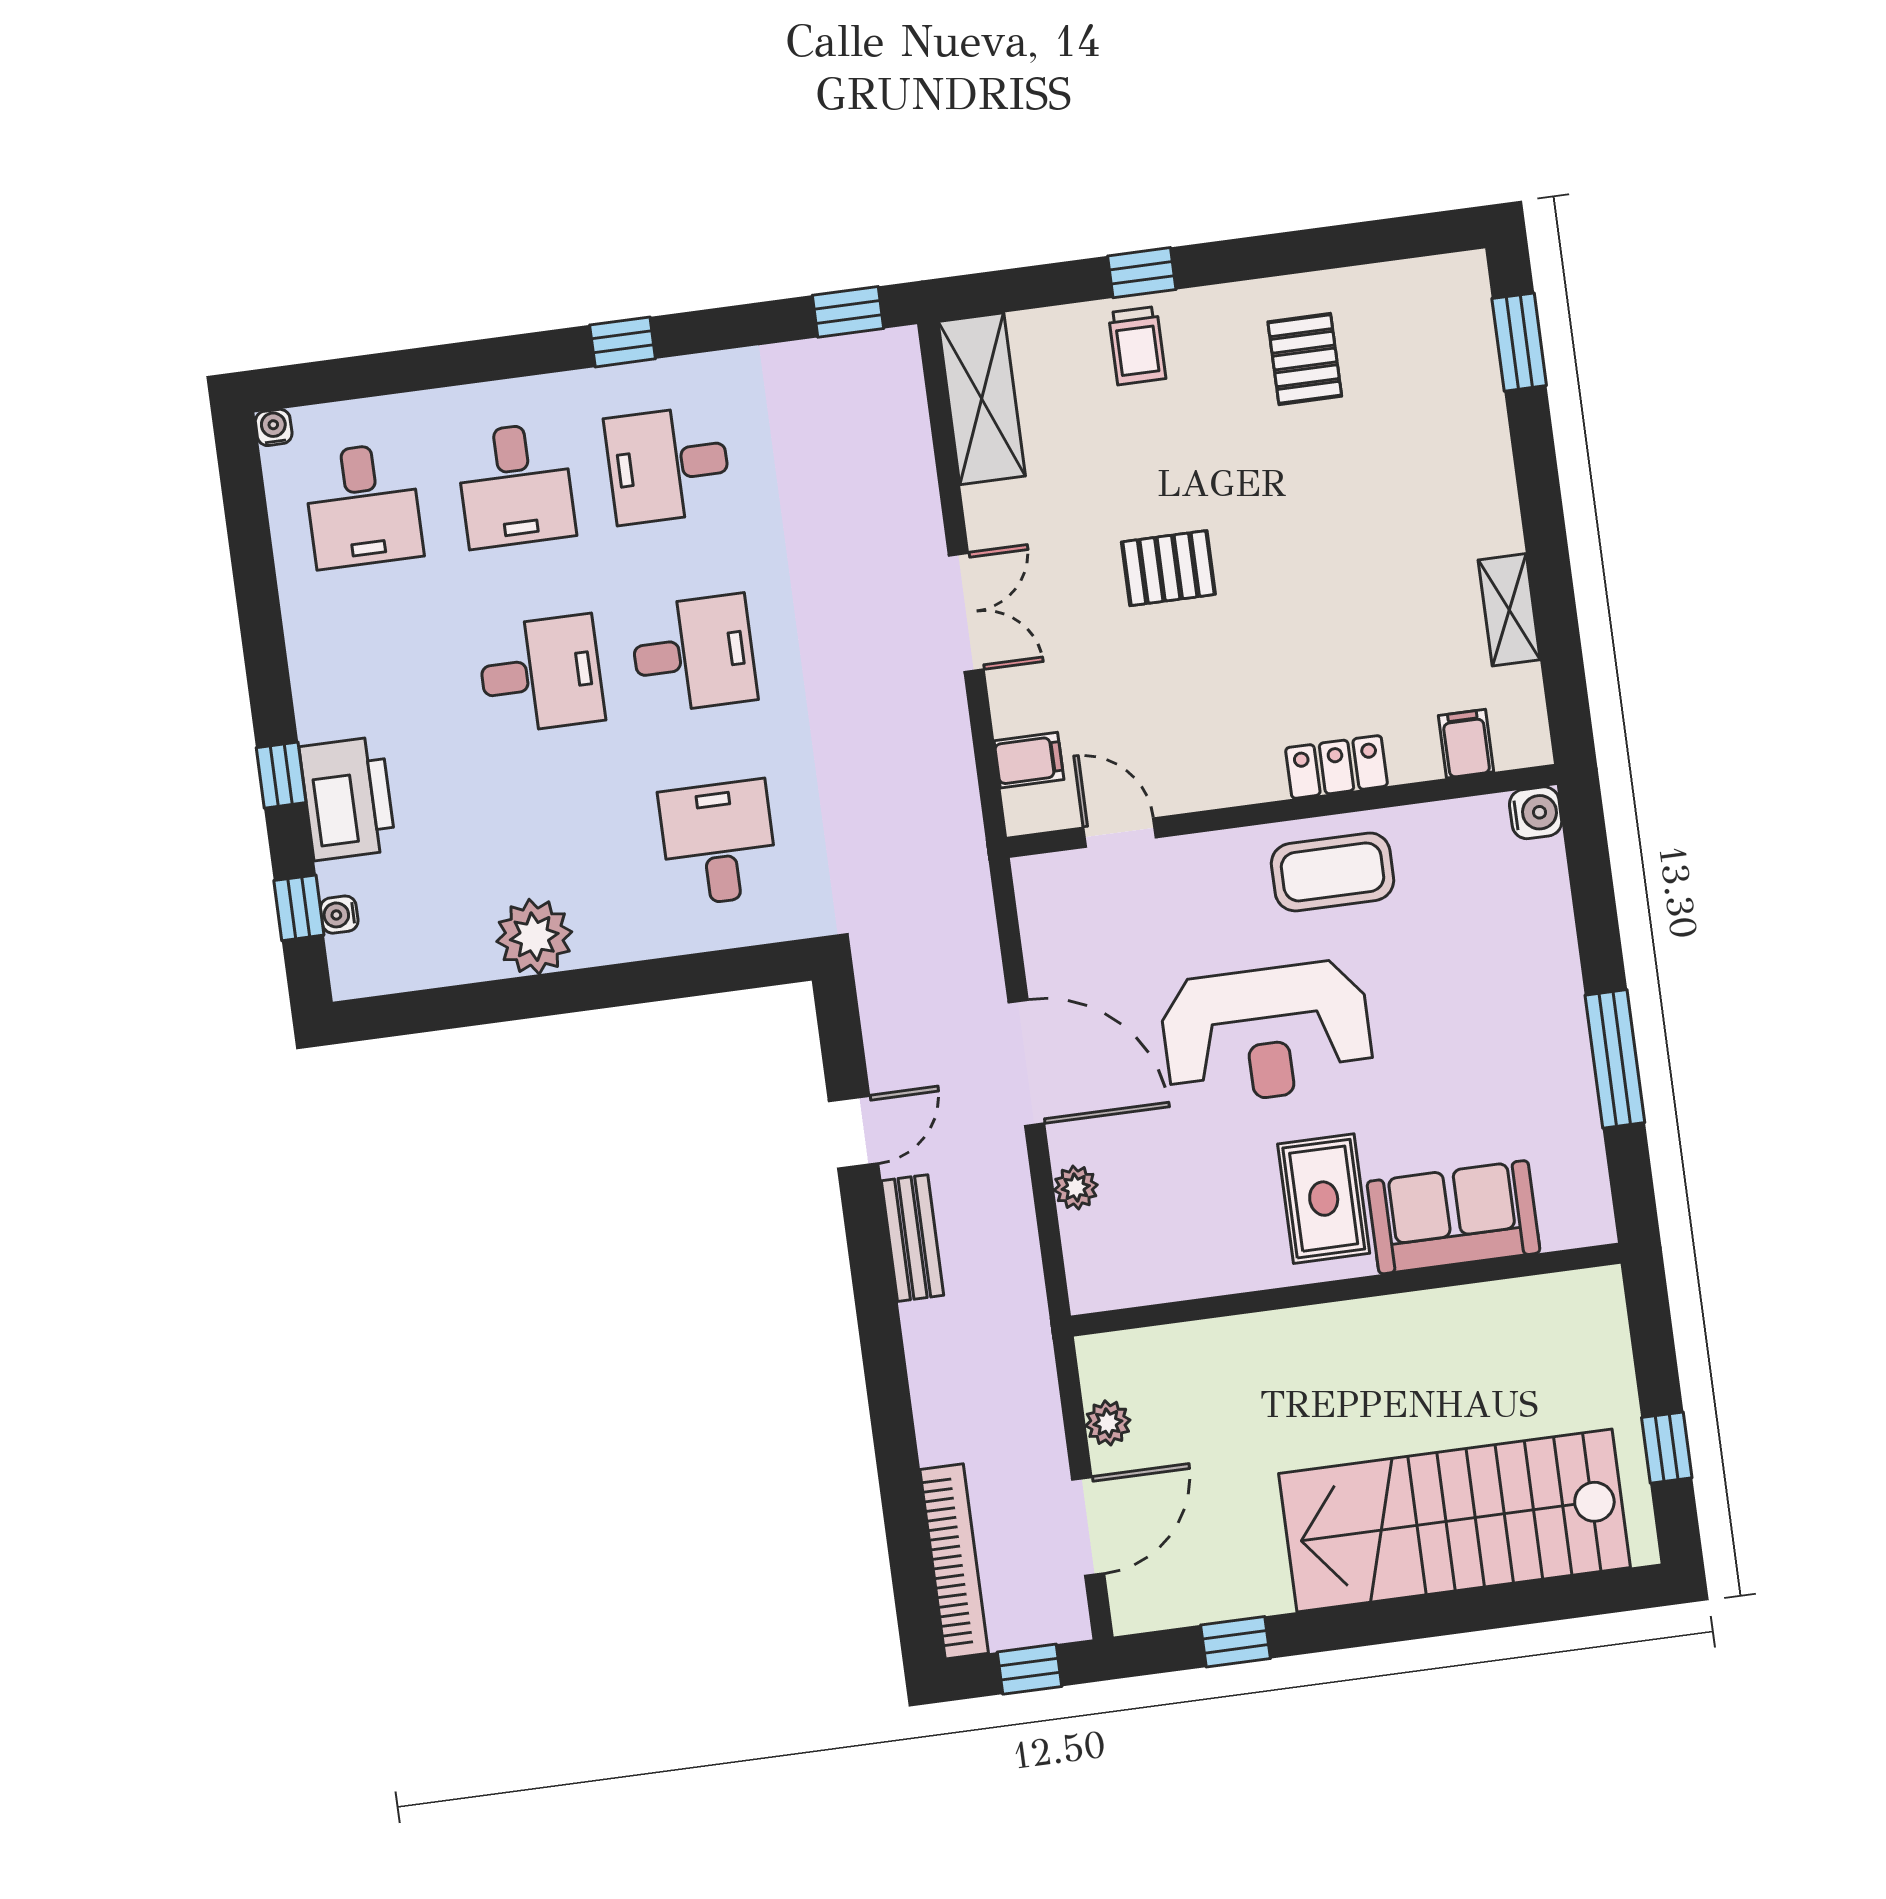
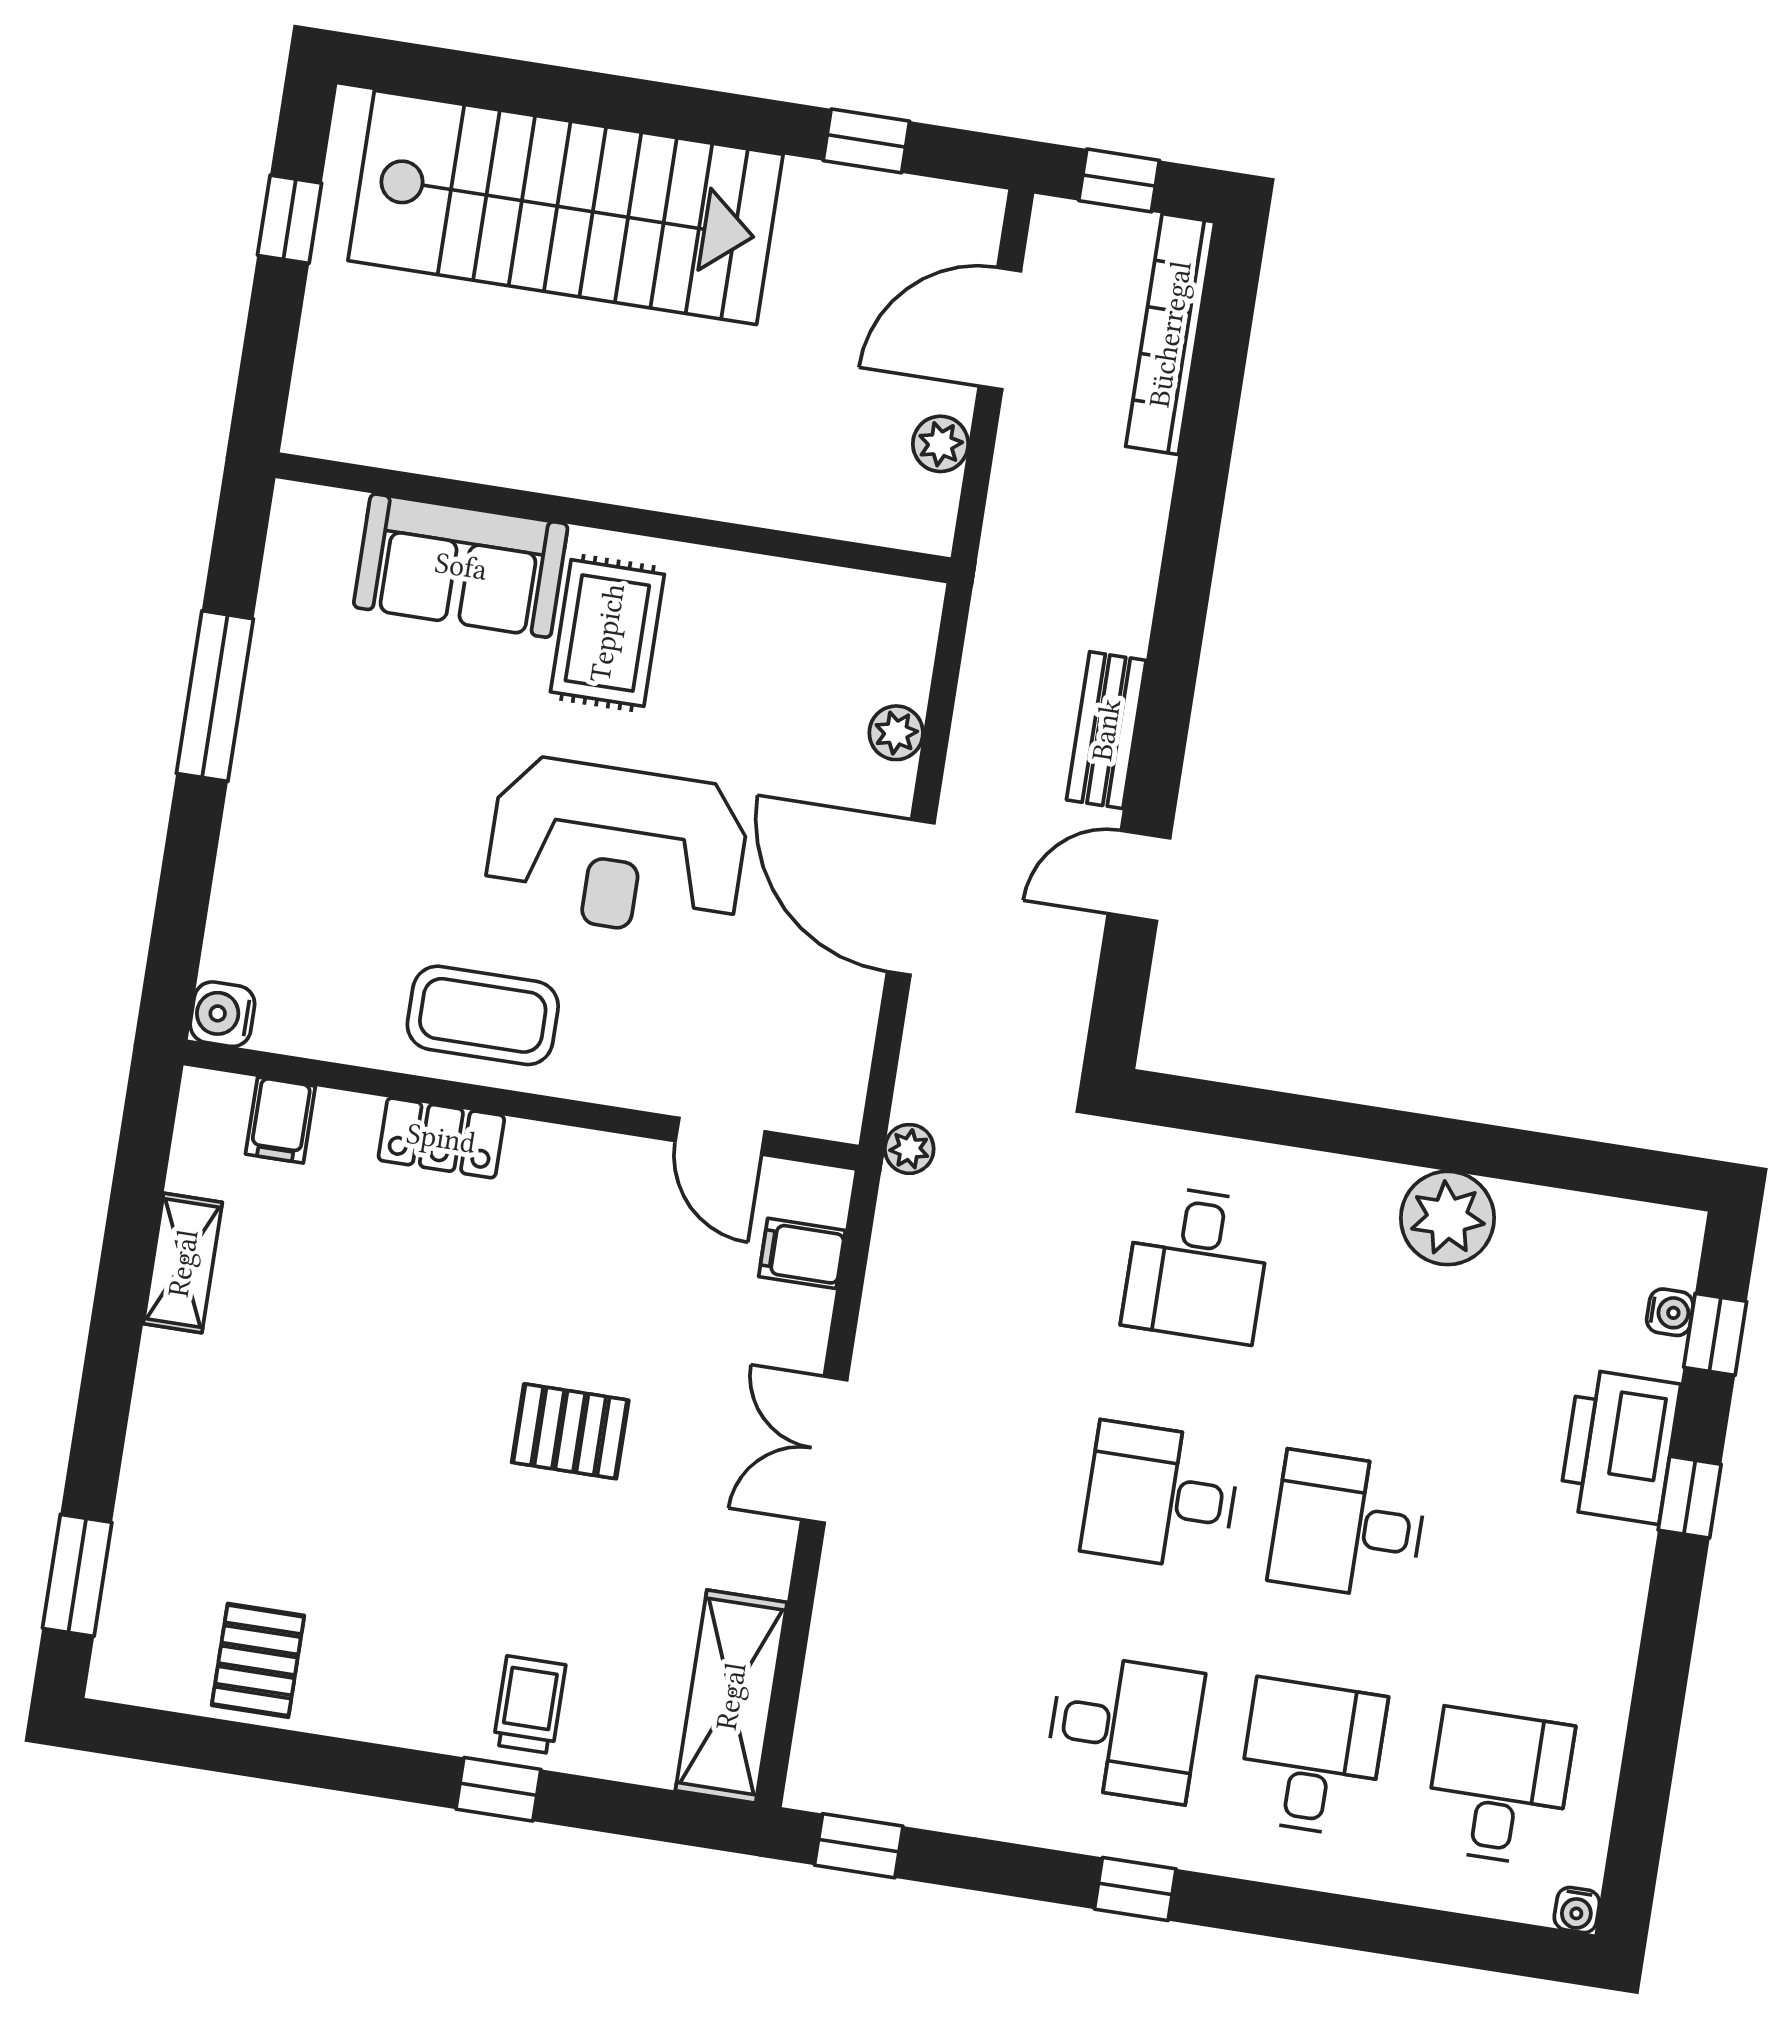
pallet: (1305, 359) -> (258, 1660), moved
plant: (969, 866) -> (909, 1149), added
reception desk: (1267, 1033) -> (617, 848), turned 180

